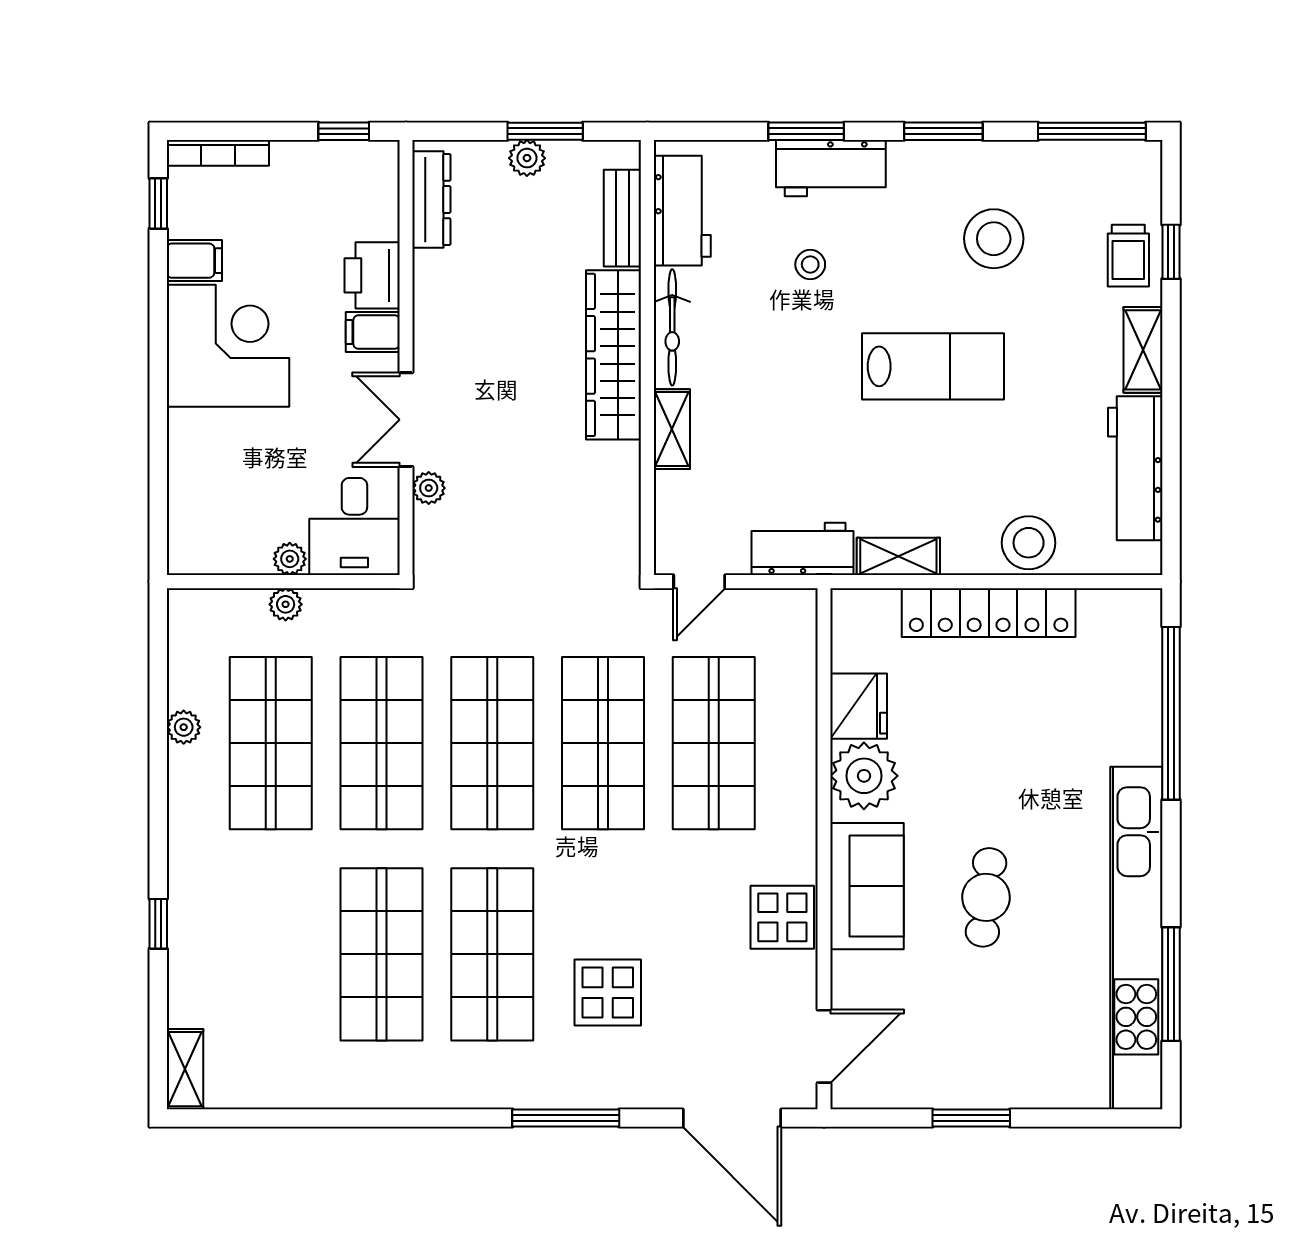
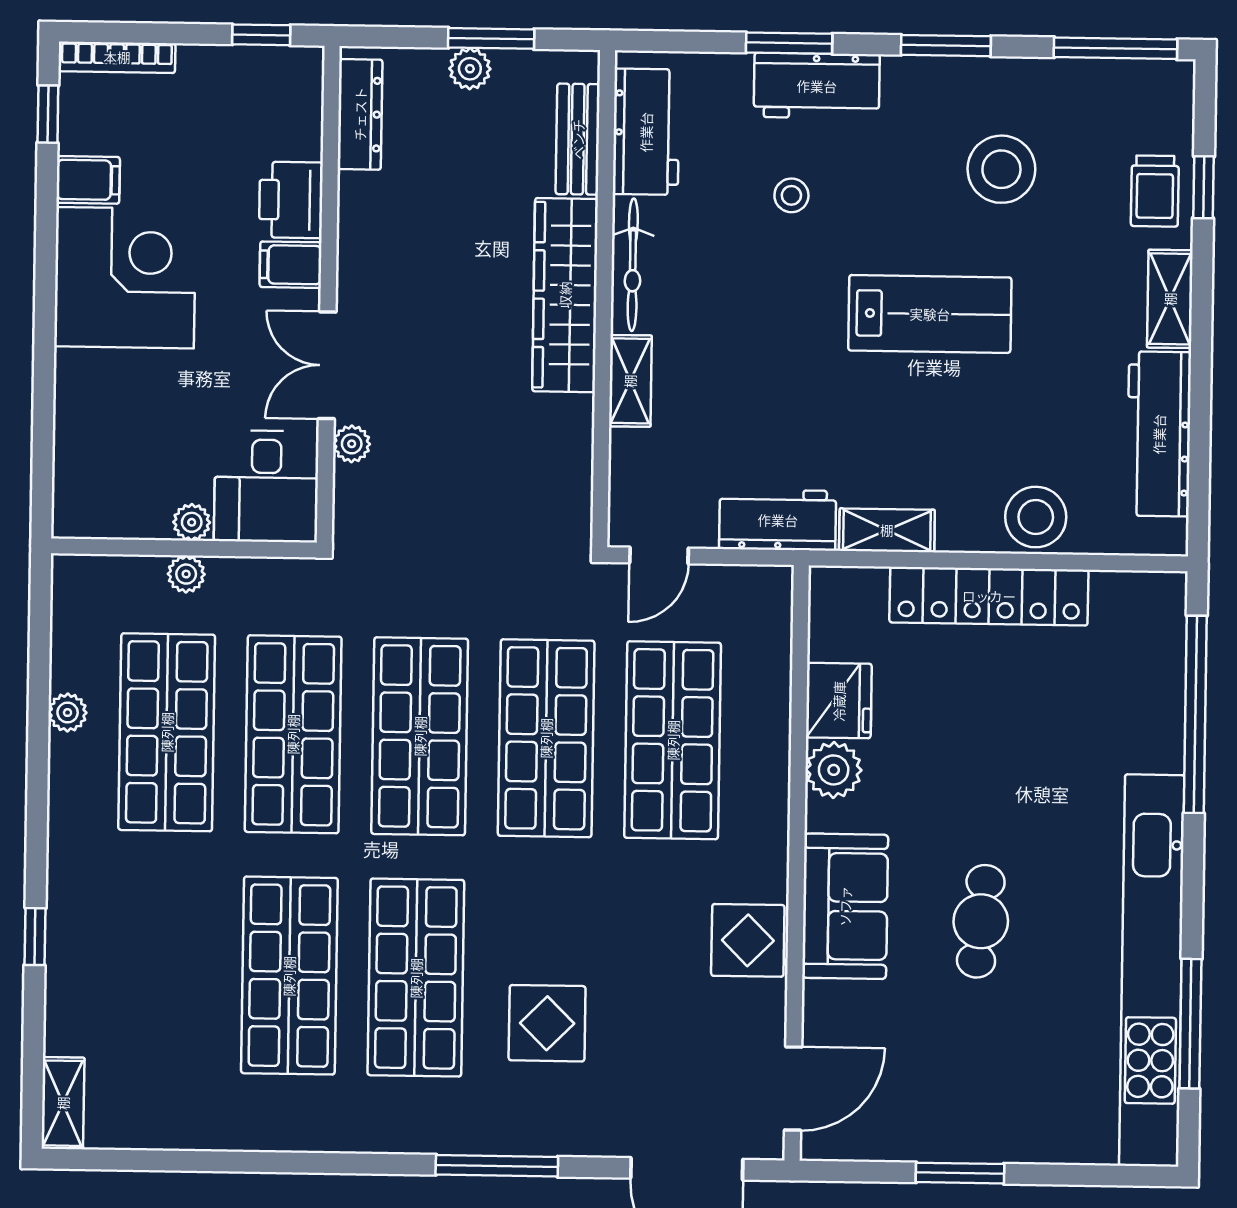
plant: (864, 776) -> (834, 770), width x0.73, depth x0.73

